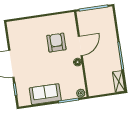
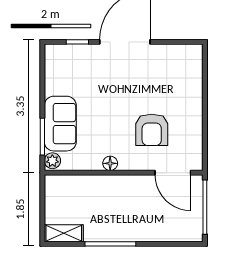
armchair: (56, 43) -> (152, 130), turned 90
door: (80, 46) -> (173, 173), moved
sofa: (45, 94) -> (60, 124), moved

